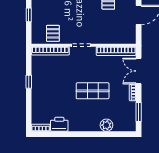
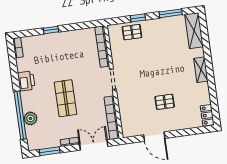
pallet: (53, 33) -> (132, 32), moved
window: (29, 82) -> (51, 30), moved
printer: (59, 124) -> (26, 81), moved
window: (102, 134) -> (20, 115), added

